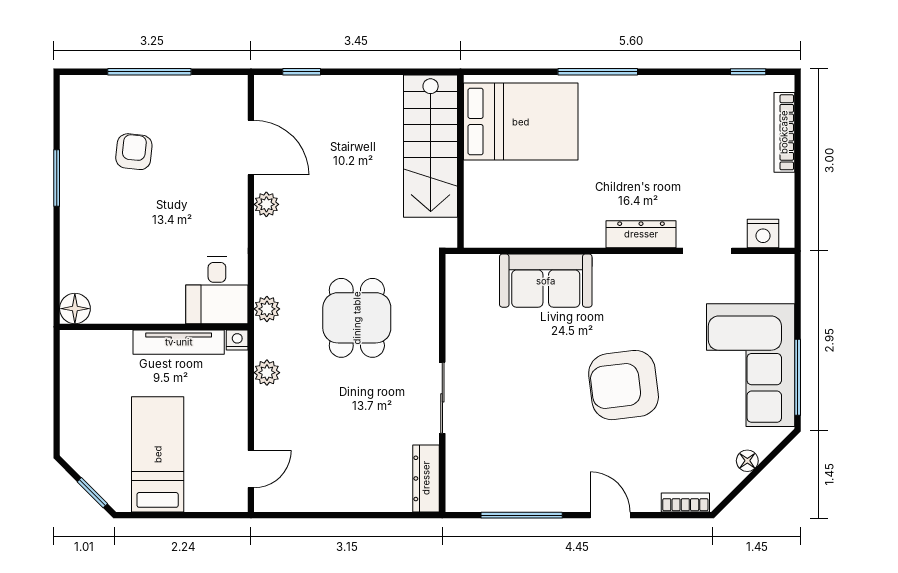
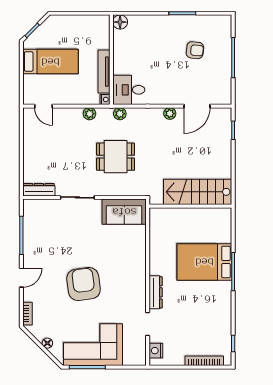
bed: (521, 122) -> (204, 262), moved, turned 90
sofa: (546, 281) -> (124, 212), moved, turned -90

